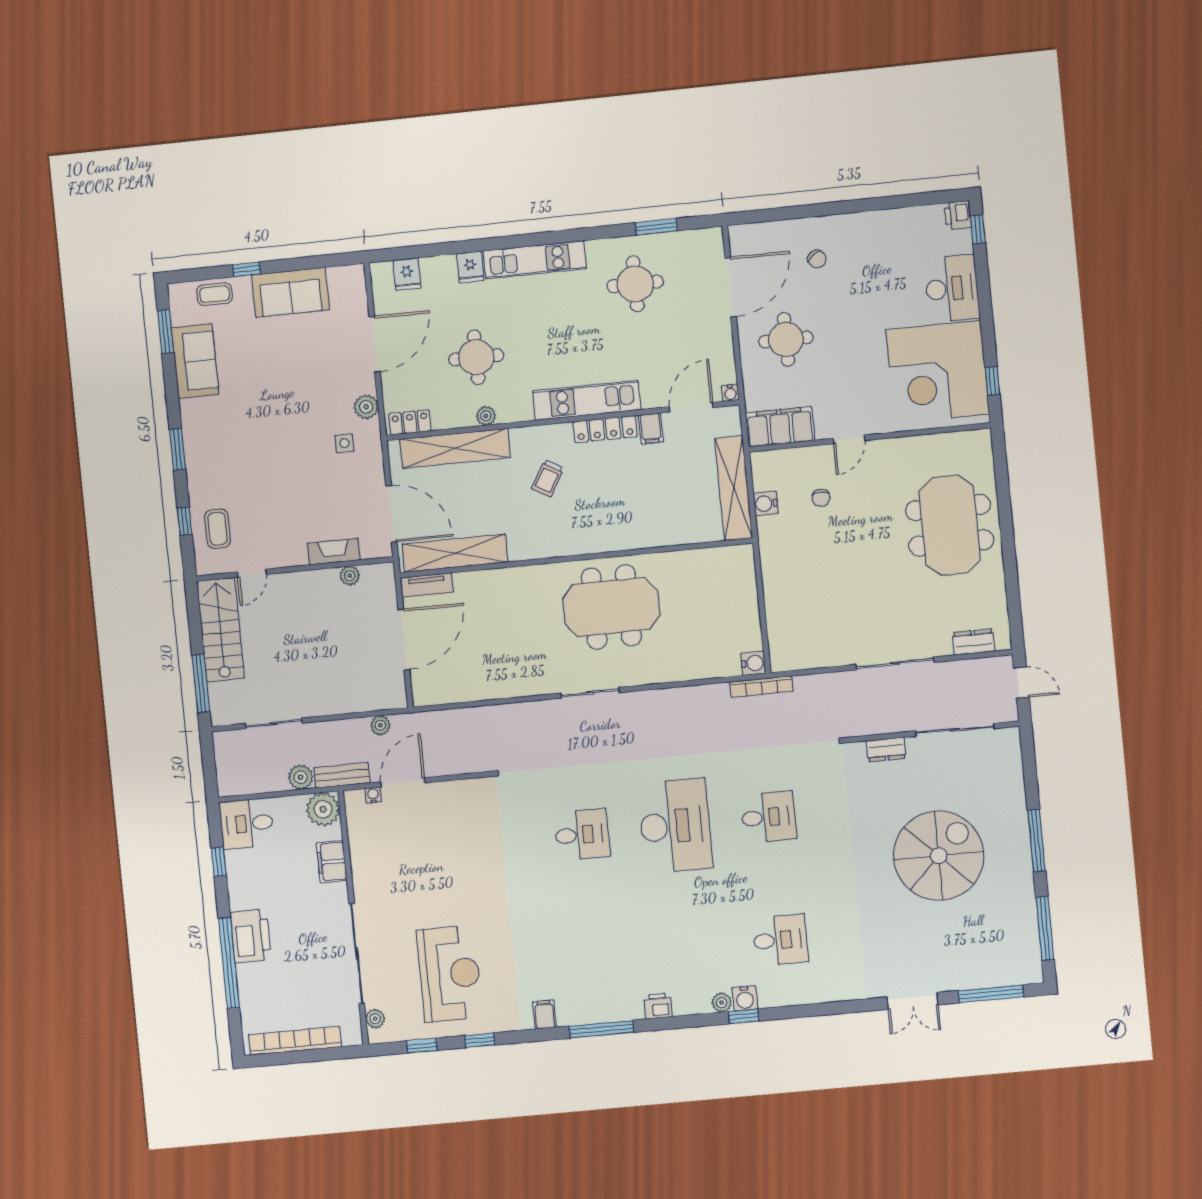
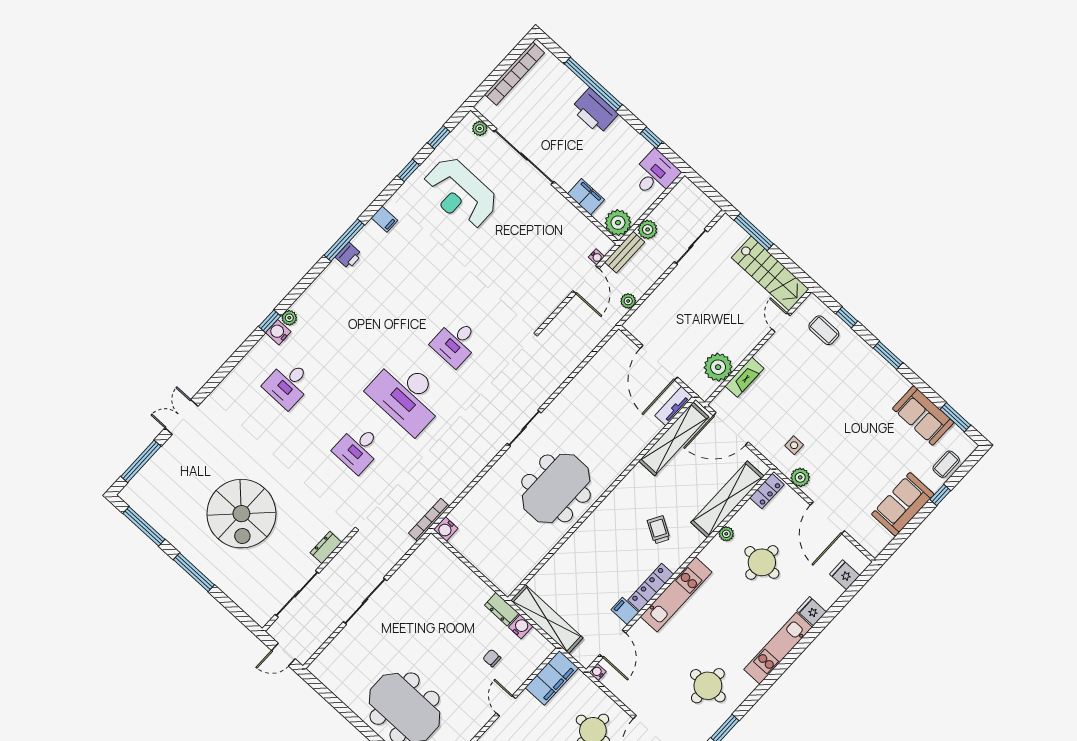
plant: (350, 576) -> (718, 367), width x1.88, depth x1.88
dresser: (974, 642) -> (502, 609), moved, turned 90
printer: (658, 1006) -> (349, 256), moved

